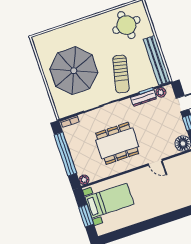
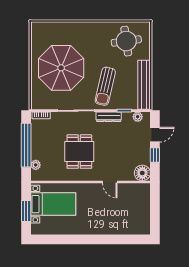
dresser: (144, 98) -> (109, 117), moved
dining table: (117, 143) -> (79, 152), width x0.73
plant: (84, 180) -> (36, 165), moved

